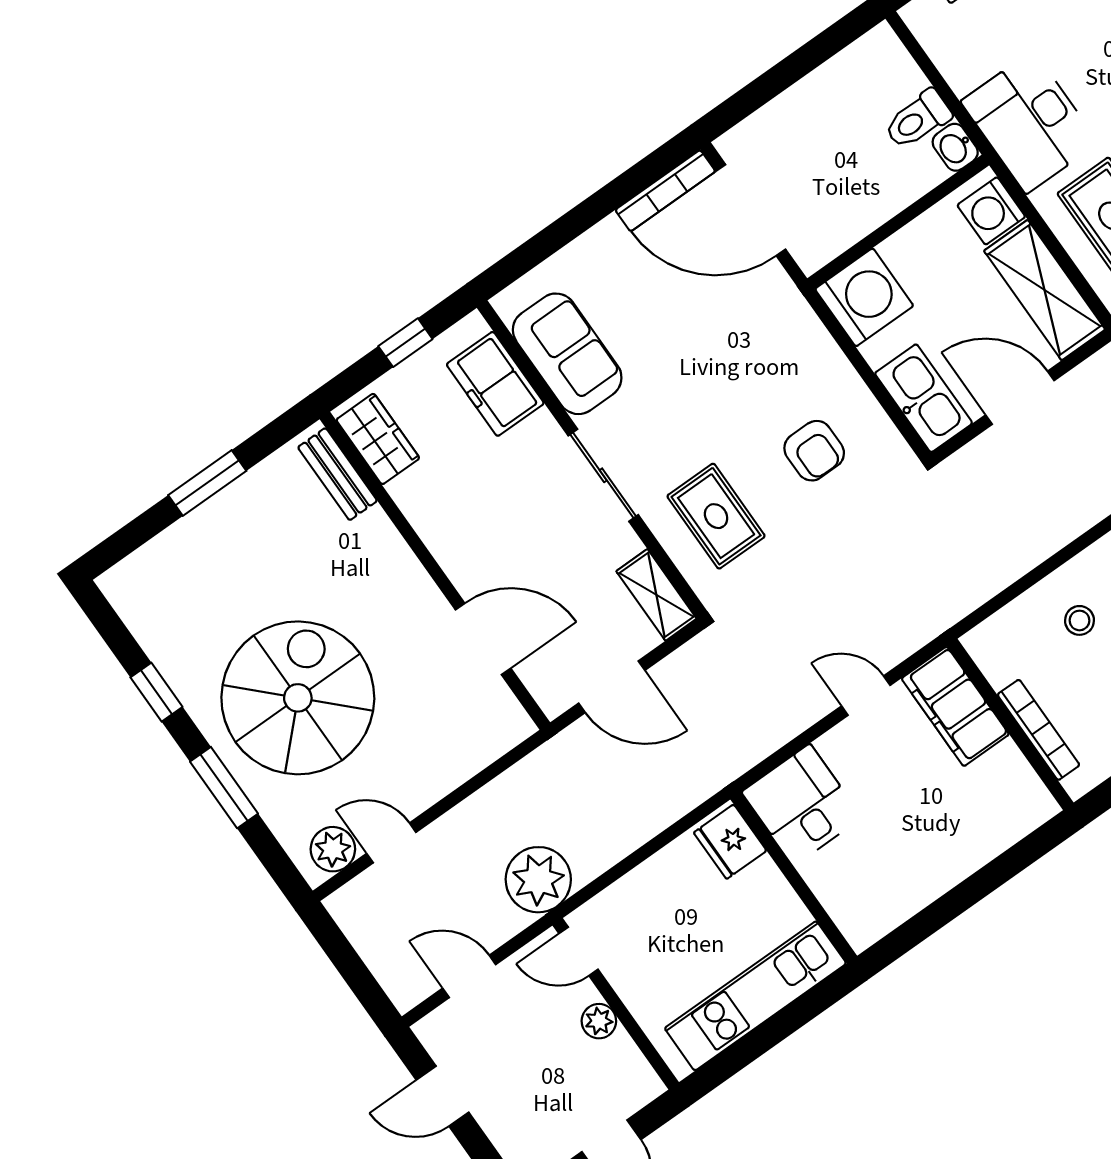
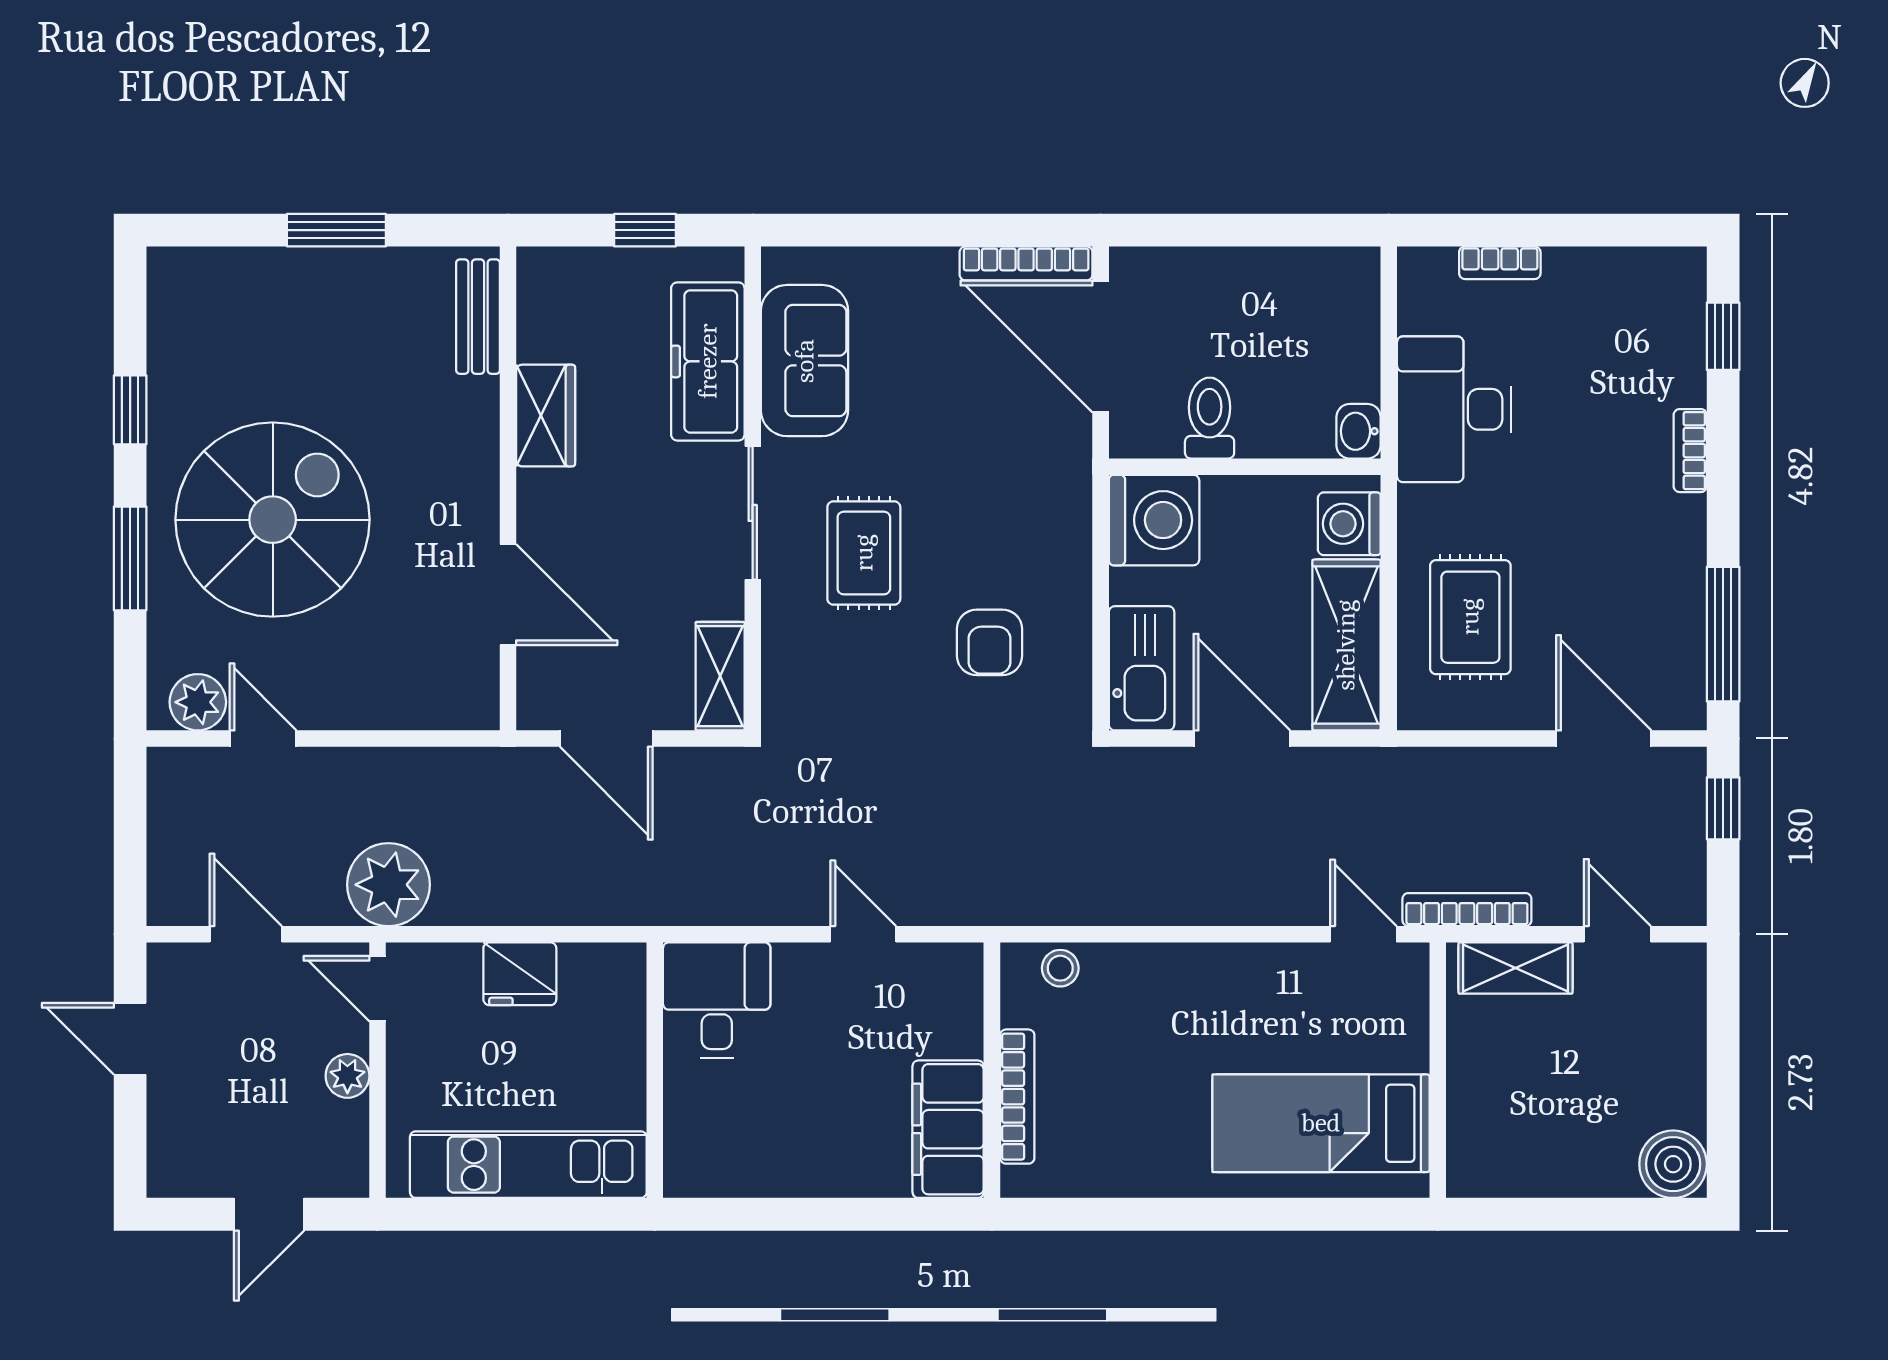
toilet: (918, 119) -> (1210, 418), moved, turned 90
desk: (1030, 122) -> (1454, 409), moved
freezer: (495, 384) -> (708, 361), width x1.40
wardrobe: (378, 439) -> (546, 416), moved
rug: (716, 516) -> (864, 553), moved
stool: (1080, 620) -> (1060, 968), moved
filing cabinet: (955, 706) -> (948, 1129), moved
fridge: (730, 842) -> (520, 974), moved, turned -90

